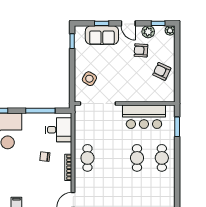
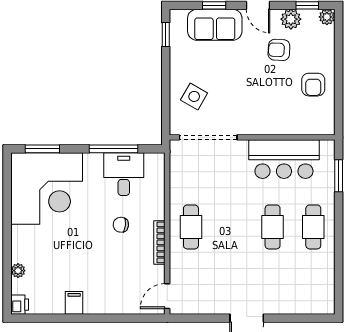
armchair: (162, 71) -> (313, 85), turned -115
desk: (59, 130) -> (124, 174), moved, turned -90

